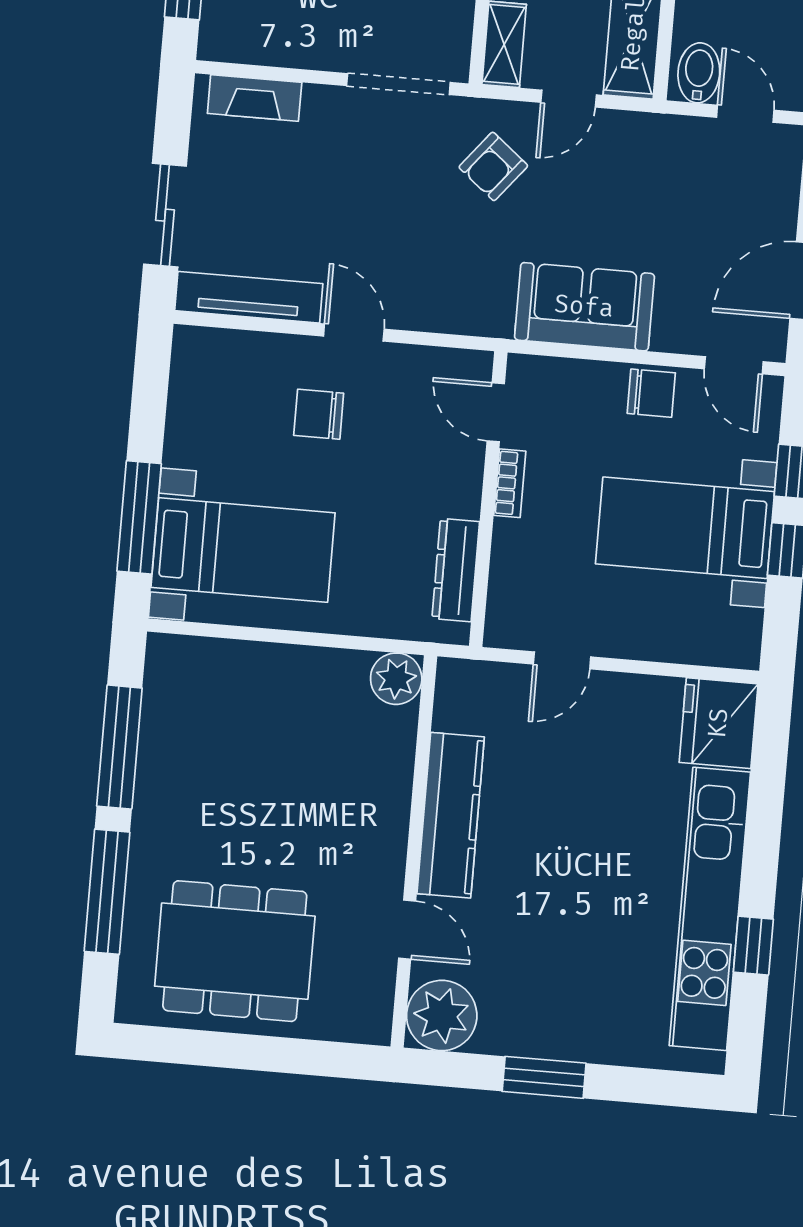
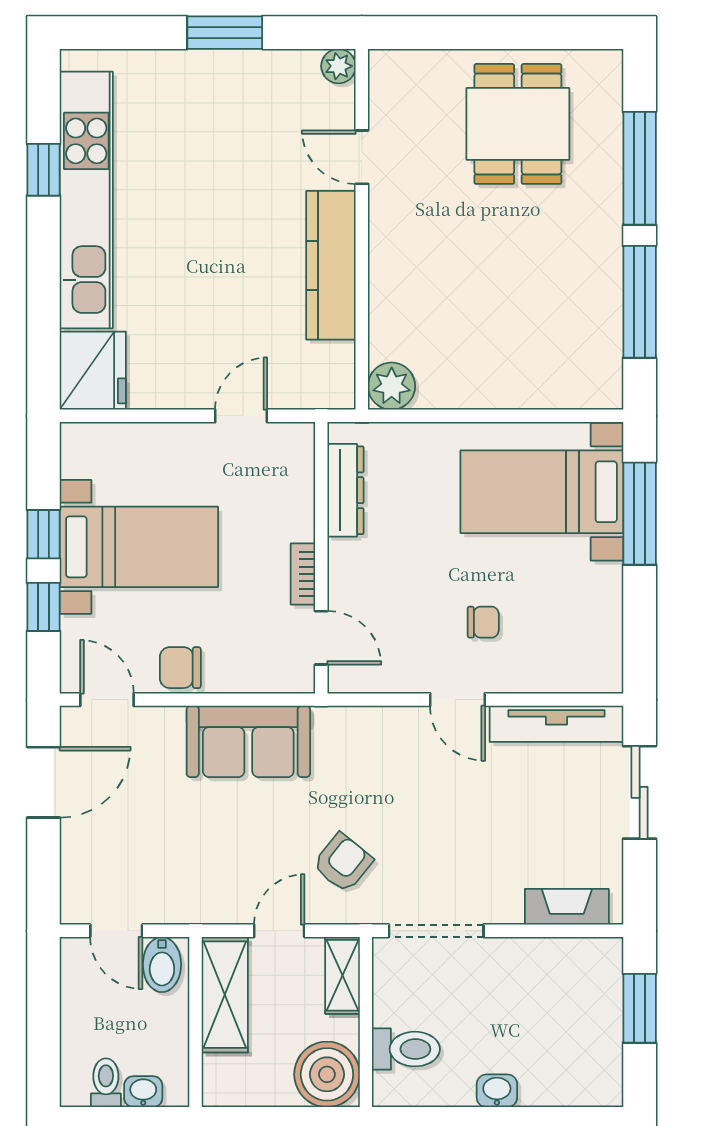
chair: (319, 414) -> (483, 622), width x0.73, depth x0.73
dining table: (235, 951) -> (518, 124), width x0.73
plant: (442, 1016) -> (338, 66), width x0.53, depth x0.53

